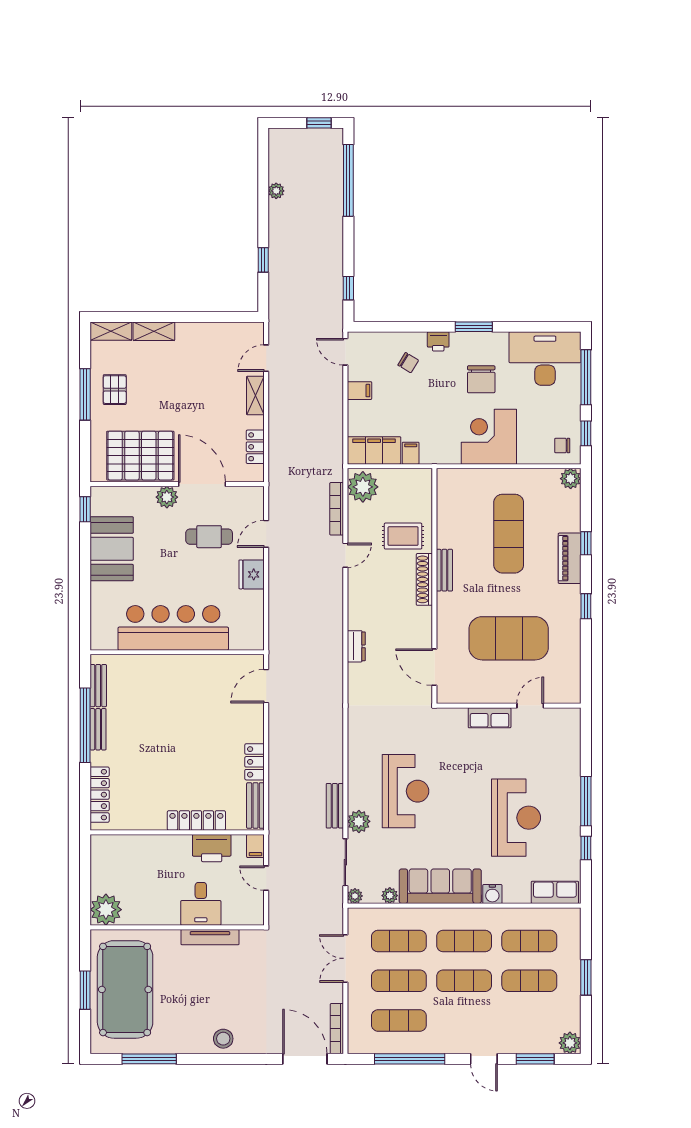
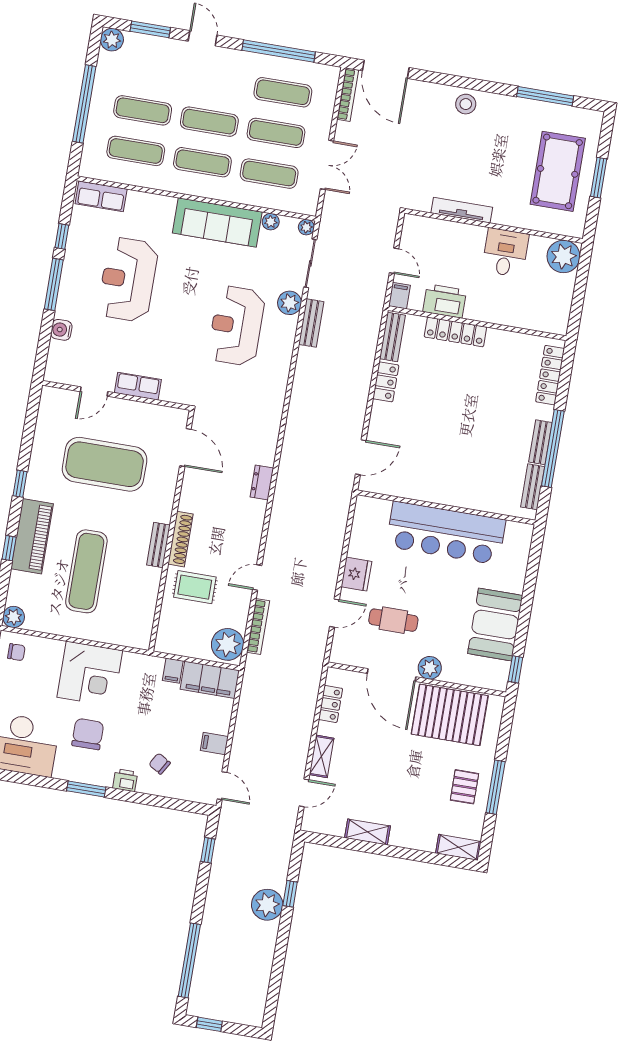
plant: (276, 191) -> (267, 905), moved, width x1.87, depth x1.87
shelving: (154, 331) -> (367, 832), moved
piano: (570, 558) -> (32, 536), width x1.37, depth x1.33
water cooler: (492, 894) -> (61, 330), moved, turned -90
desk: (201, 904) -> (505, 253), moved
window: (586, 977) -> (84, 104), width x2.11
pool table: (125, 989) -> (558, 171), width x0.73, depth x0.76

